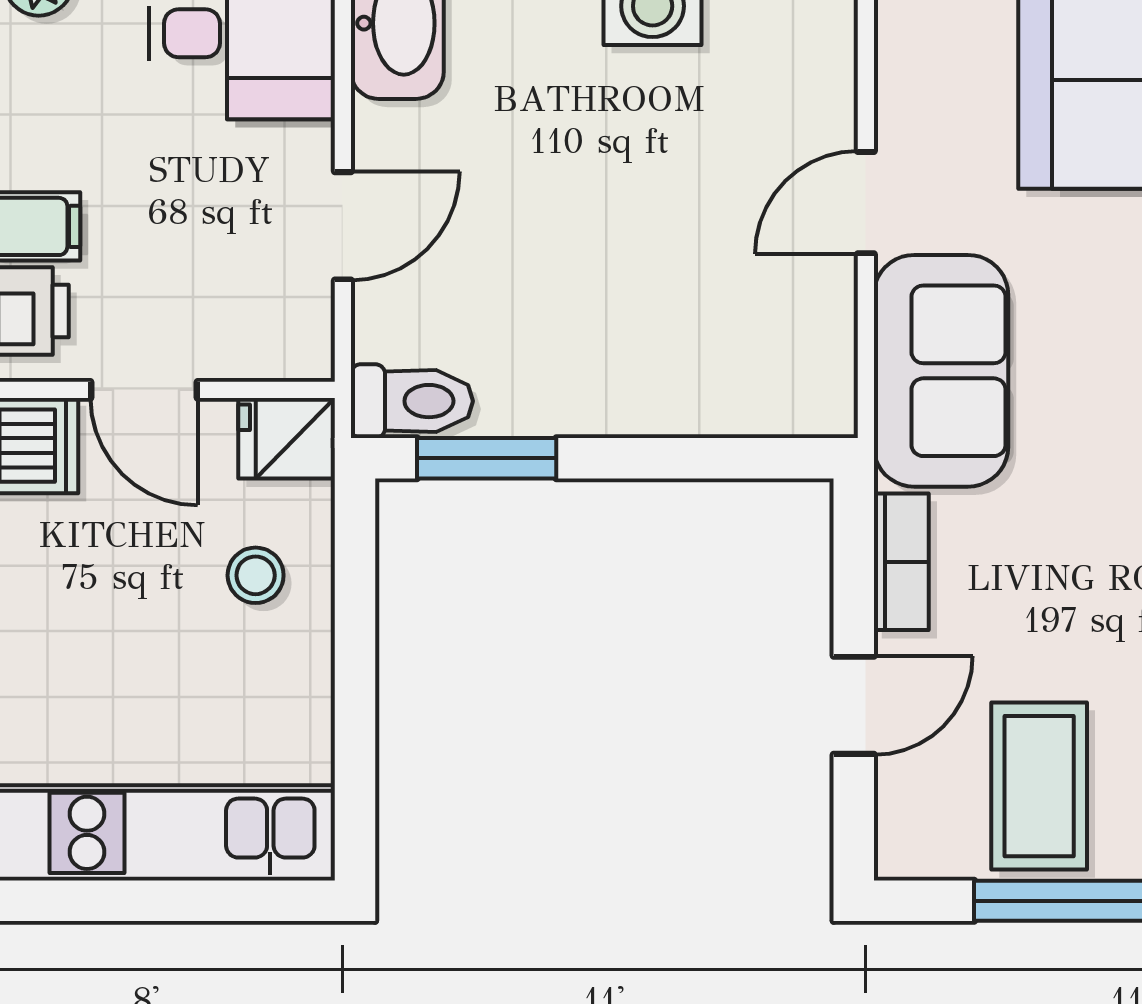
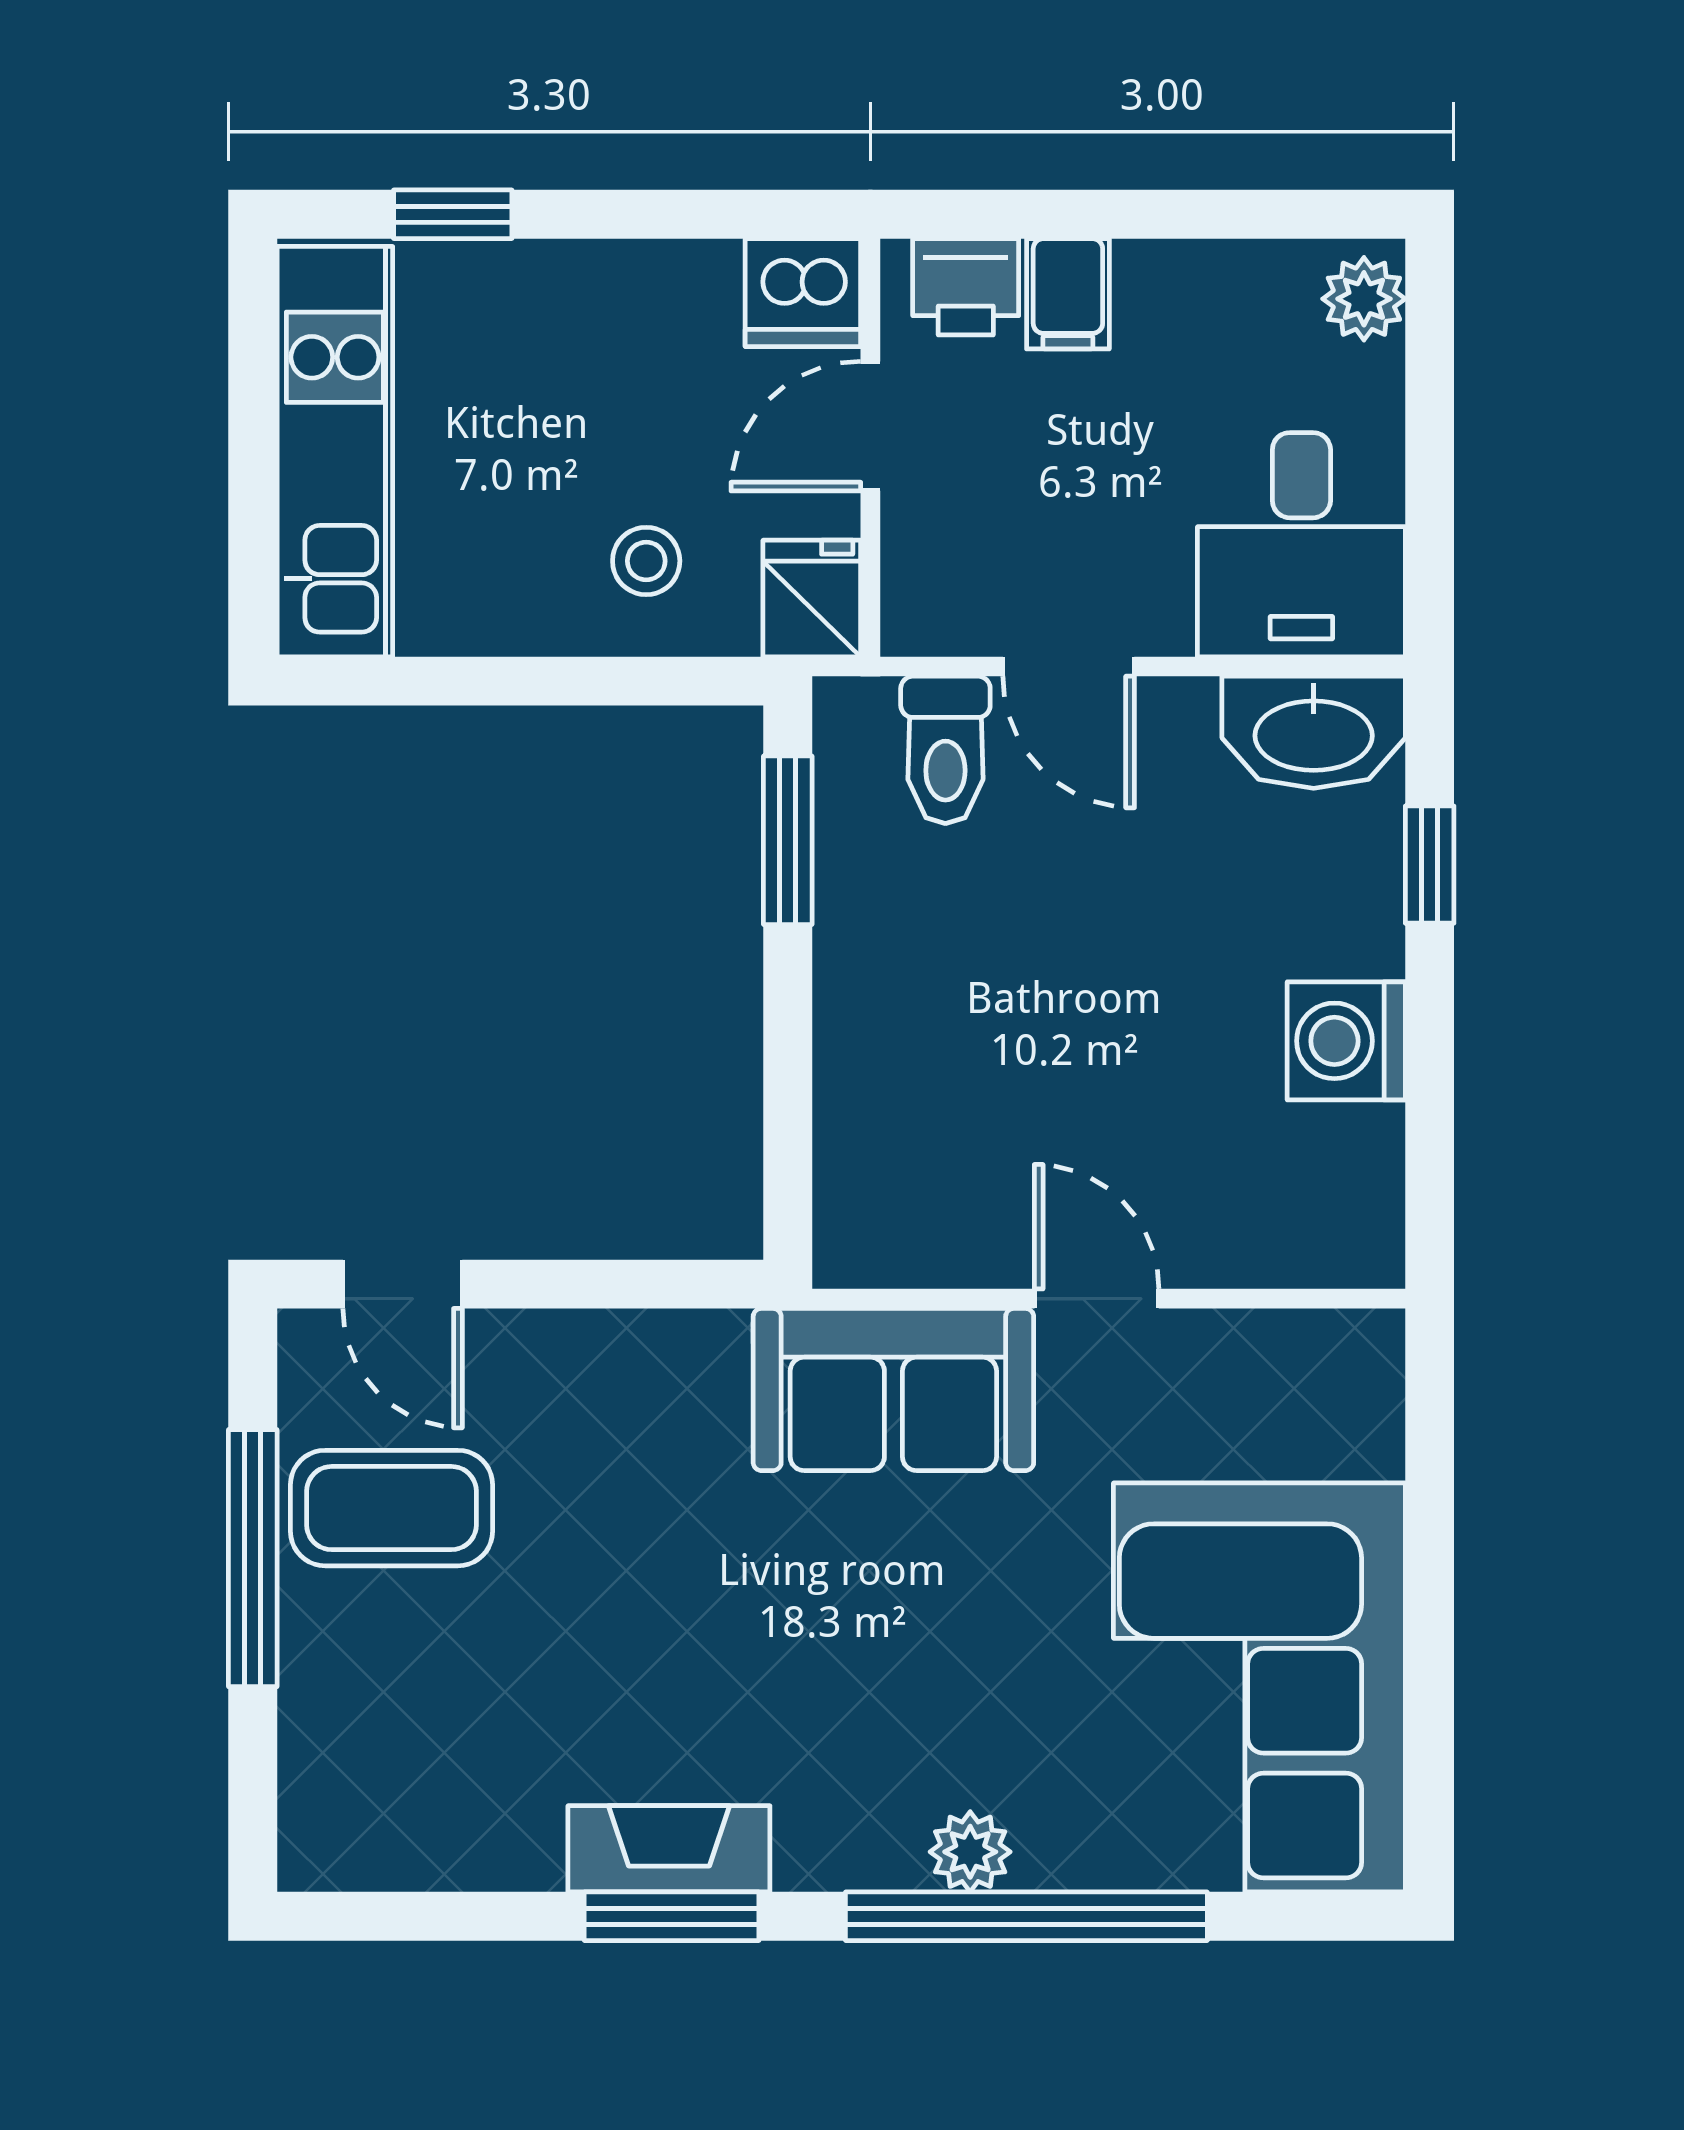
toilet: (412, 401) -> (945, 750), moved
bookcase: (901, 562) -> (663, 1342), removed
door: (854, 705) -> (403, 1284), moved

